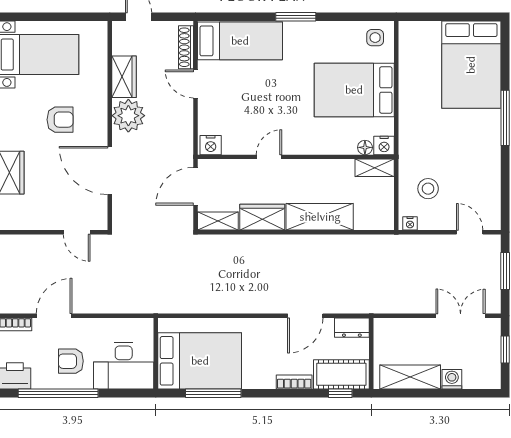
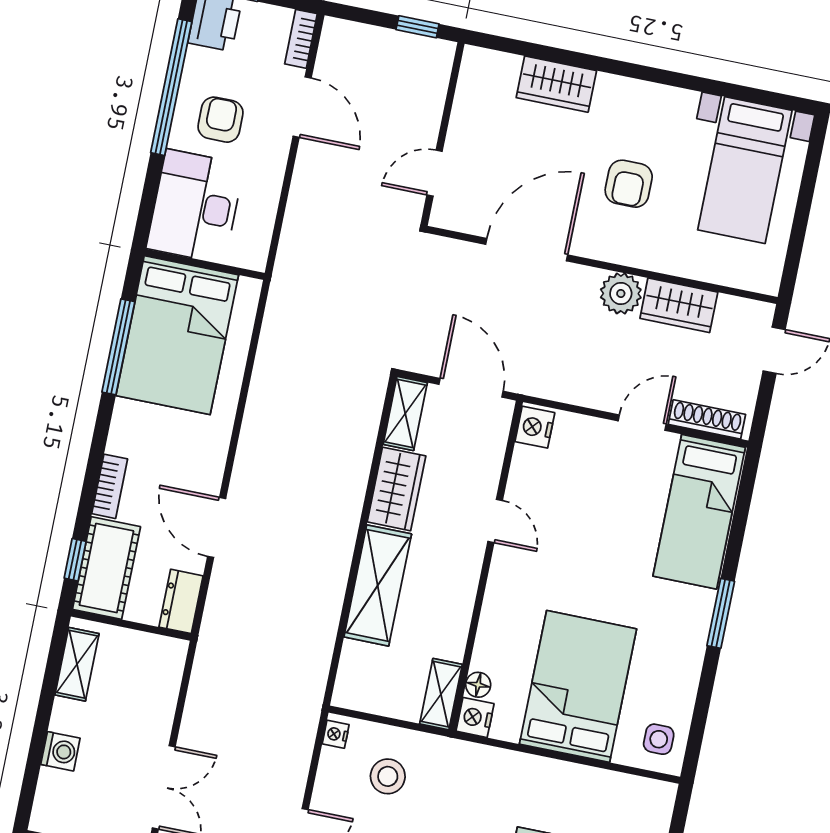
plant: (128, 116) -> (621, 293), width x0.73, depth x0.73
shelving: (410, 377) -> (77, 664), width x0.67, depth x0.75

